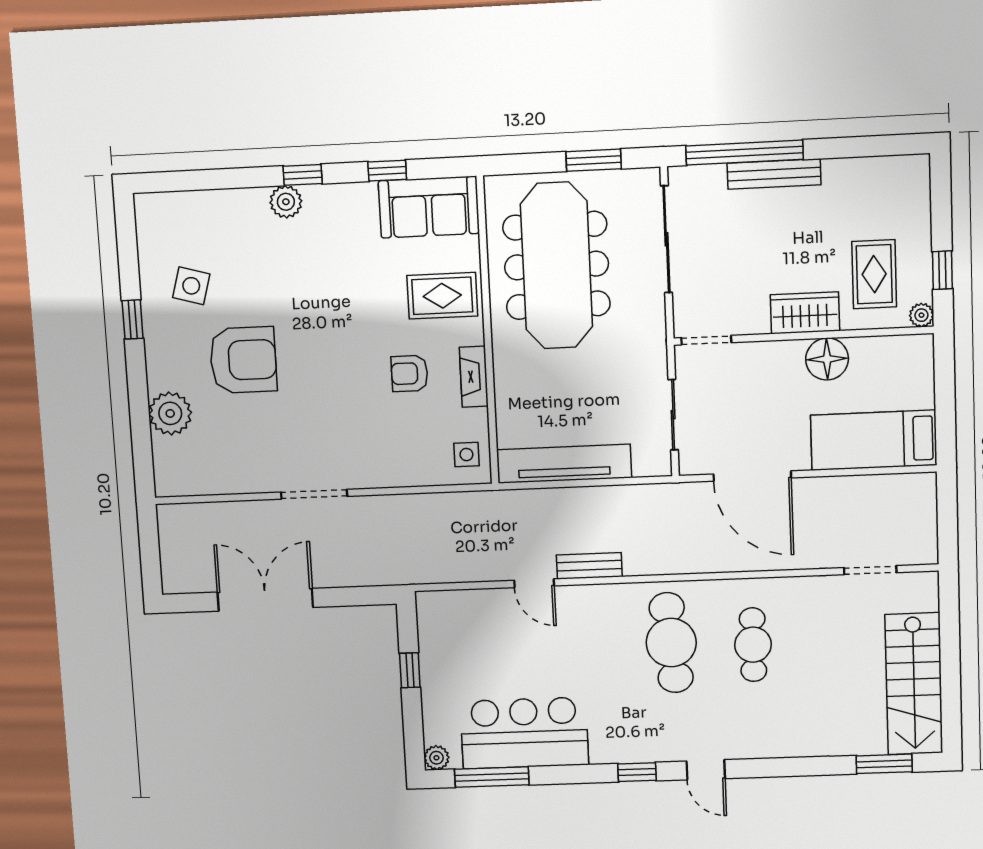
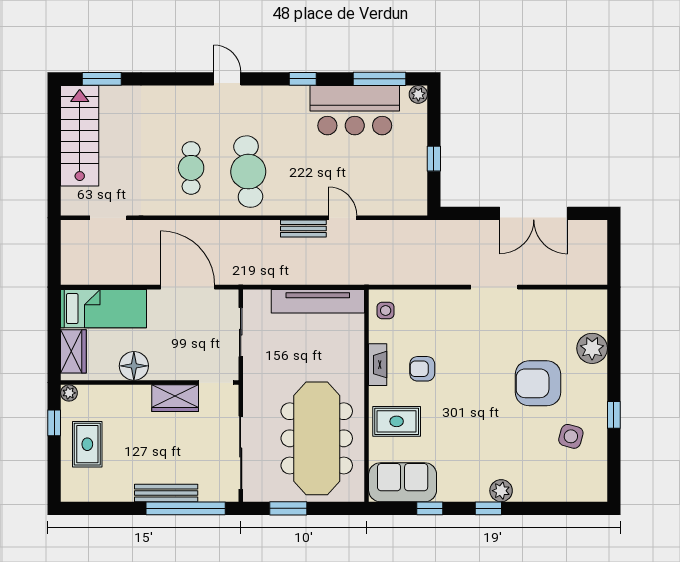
rug: (874, 274) -> (87, 444), moved
wardrobe: (805, 313) -> (175, 398), moved
armchair: (410, 373) -> (422, 369), turned 180
wardrobe: (916, 376) -> (73, 351), added
window: (637, 772) -> (303, 79), moved

